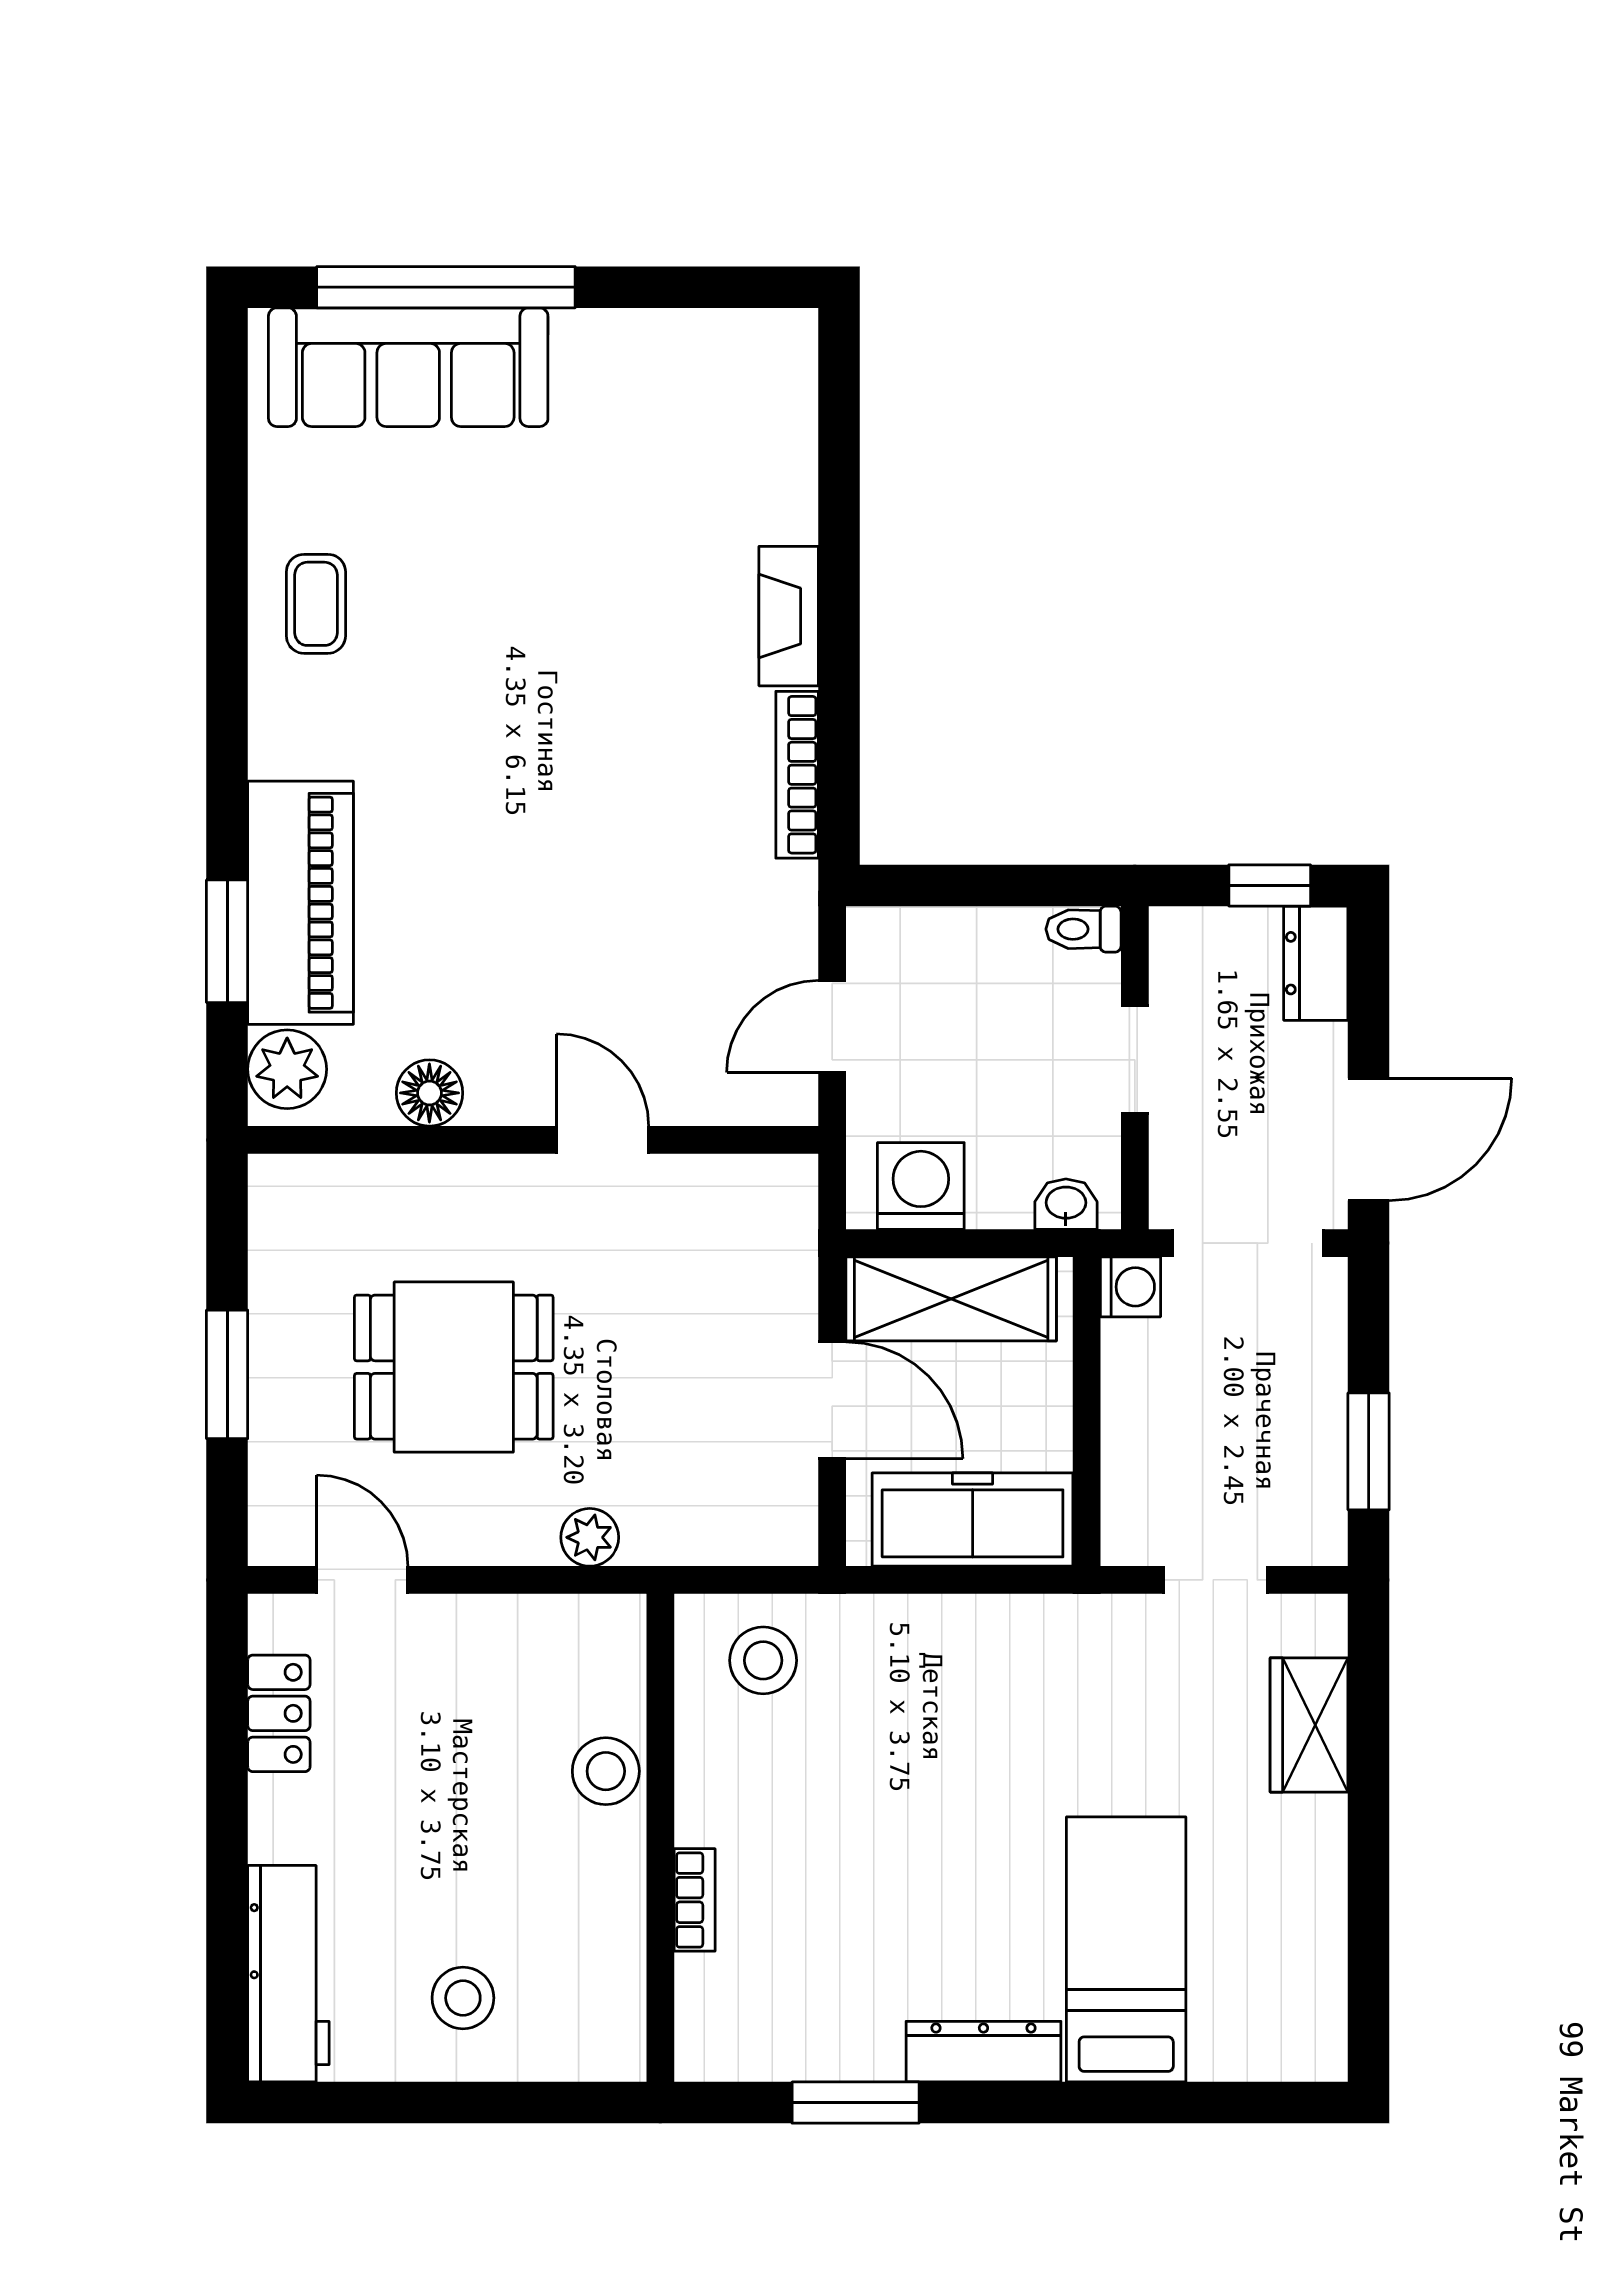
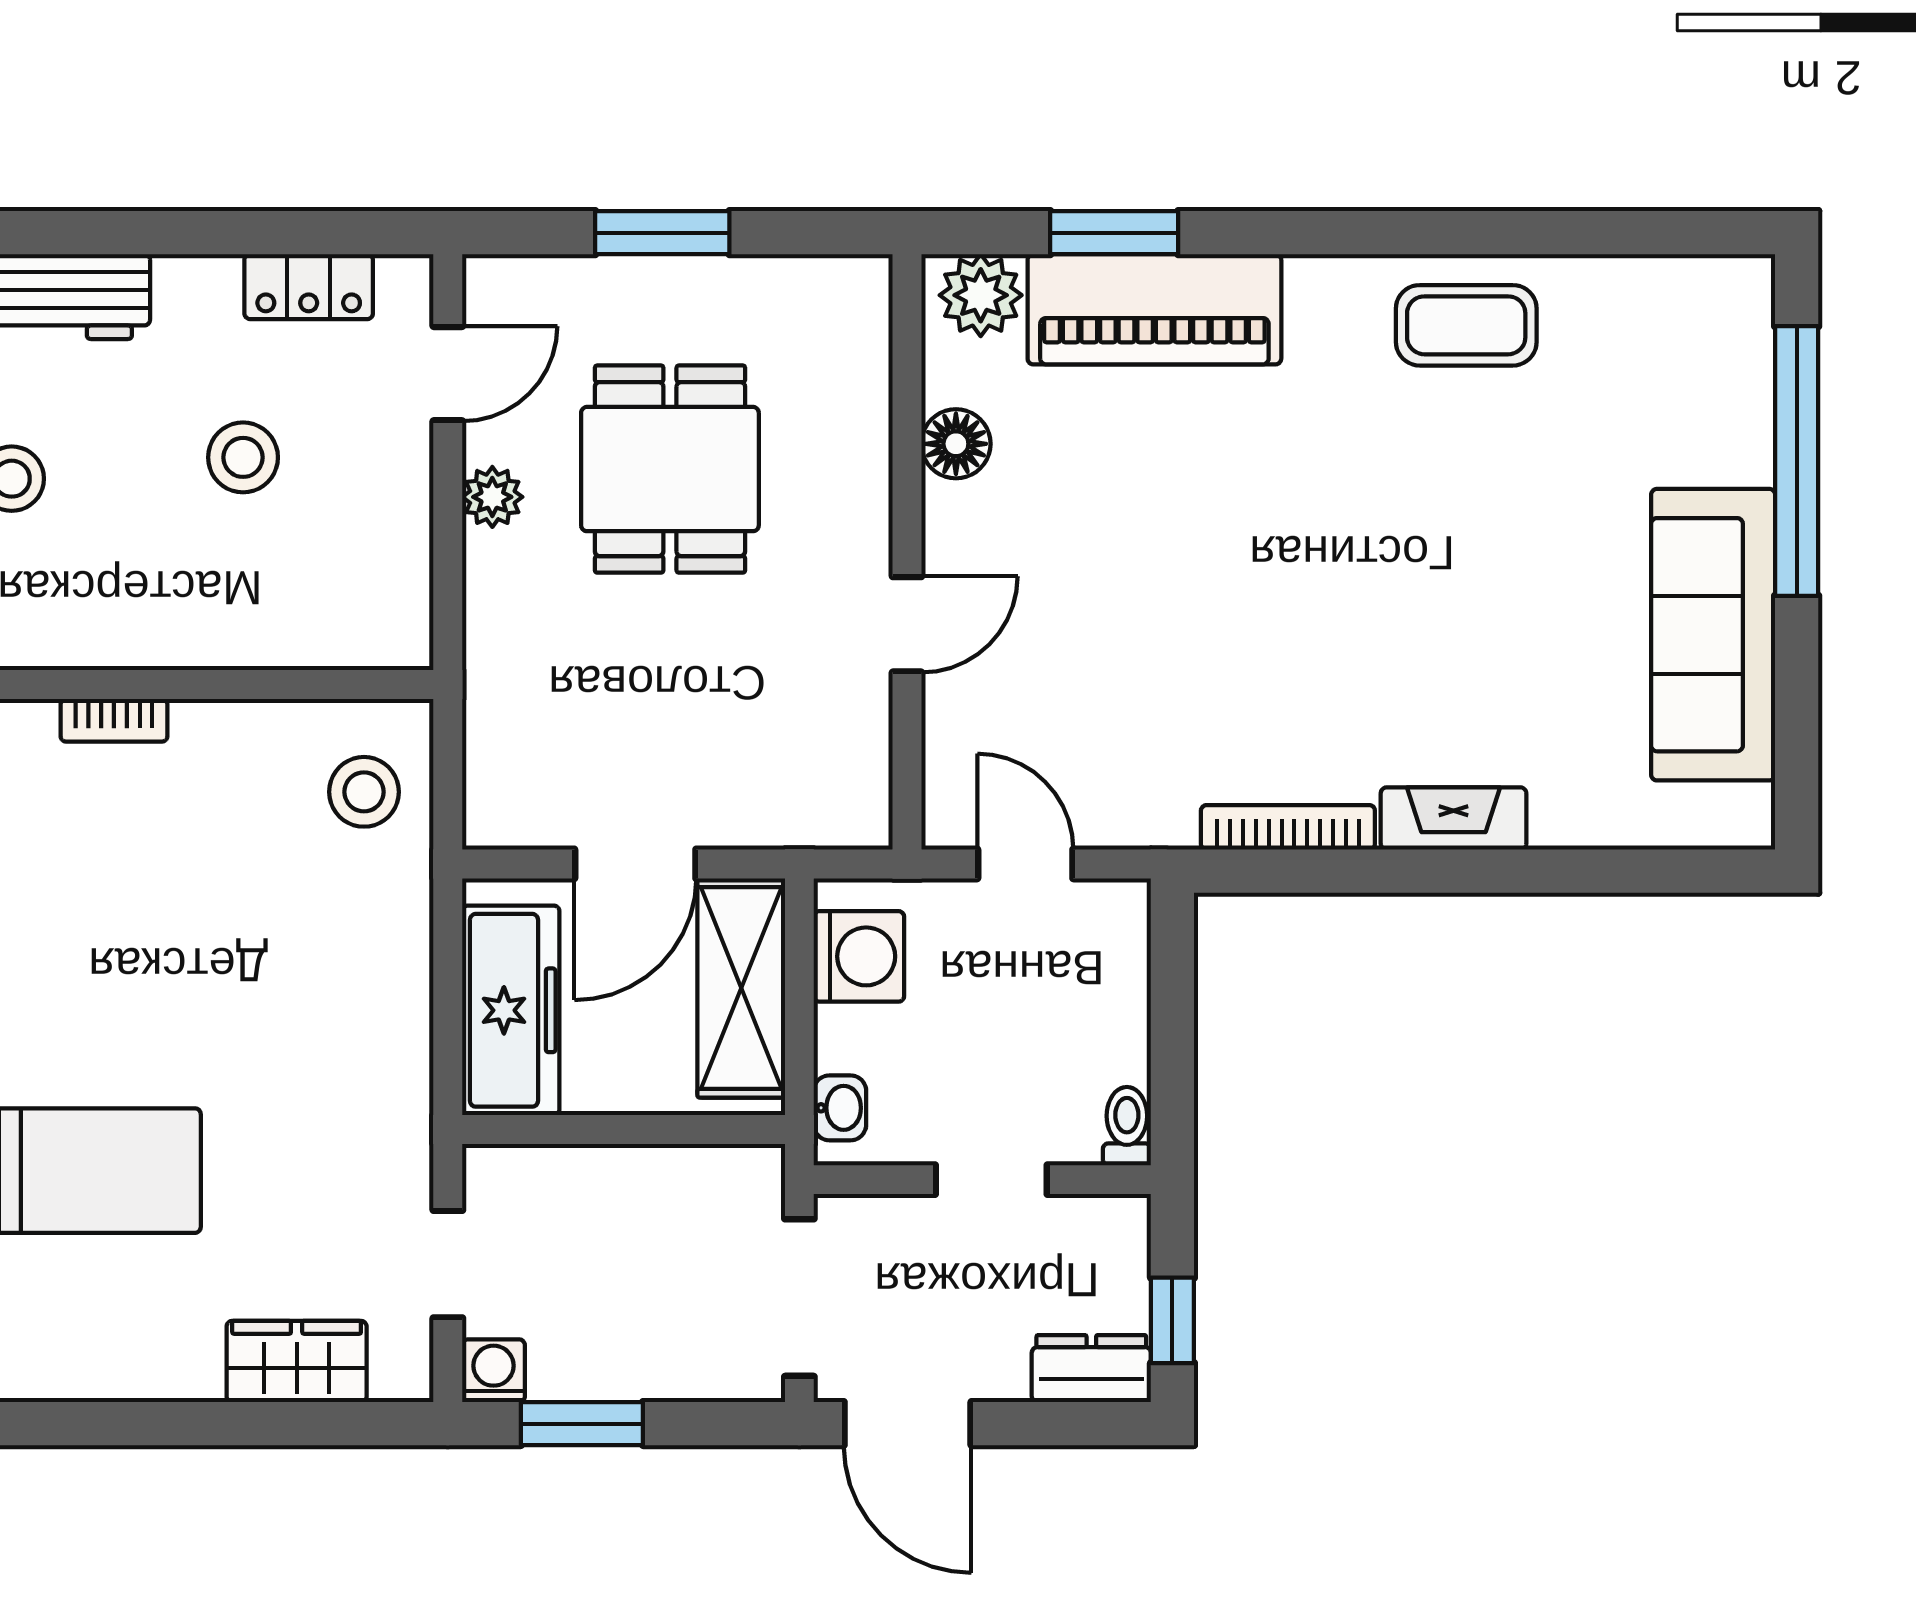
sofa: (408, 367) -> (1713, 635), moved
coffee table: (316, 604) -> (1466, 325), width x1.36, depth x1.30
washing machine: (1130, 1287) -> (494, 1371), moved, turned 180
plant: (590, 1537) -> (492, 497), moved
stool: (606, 1771) -> (243, 457), moved

